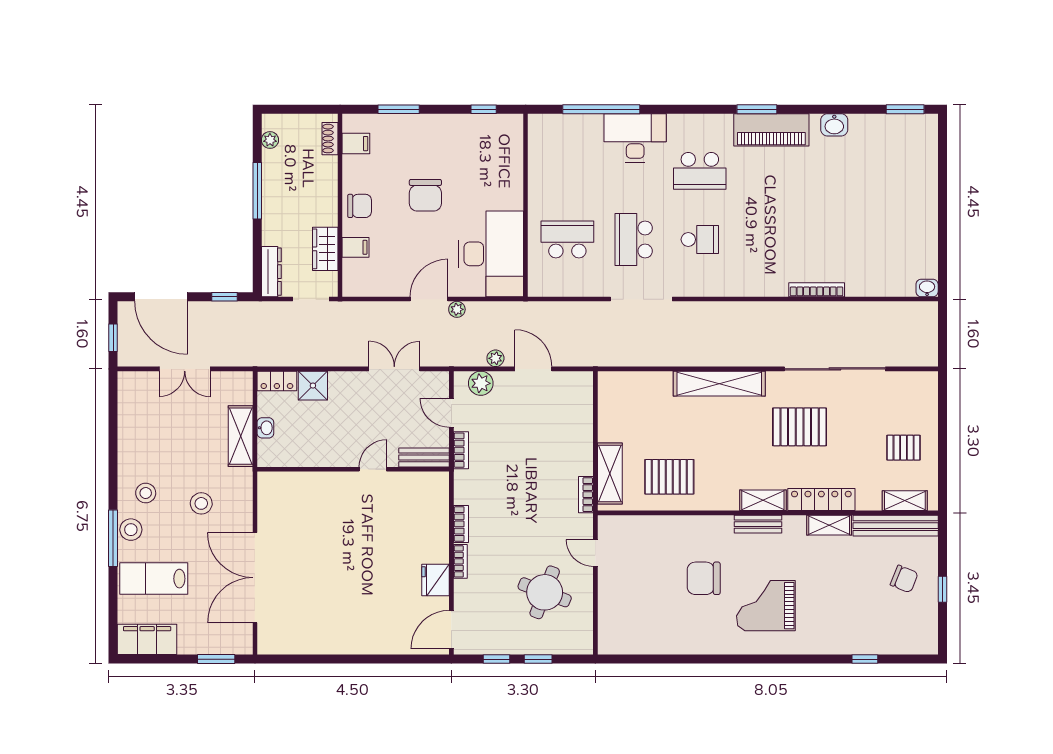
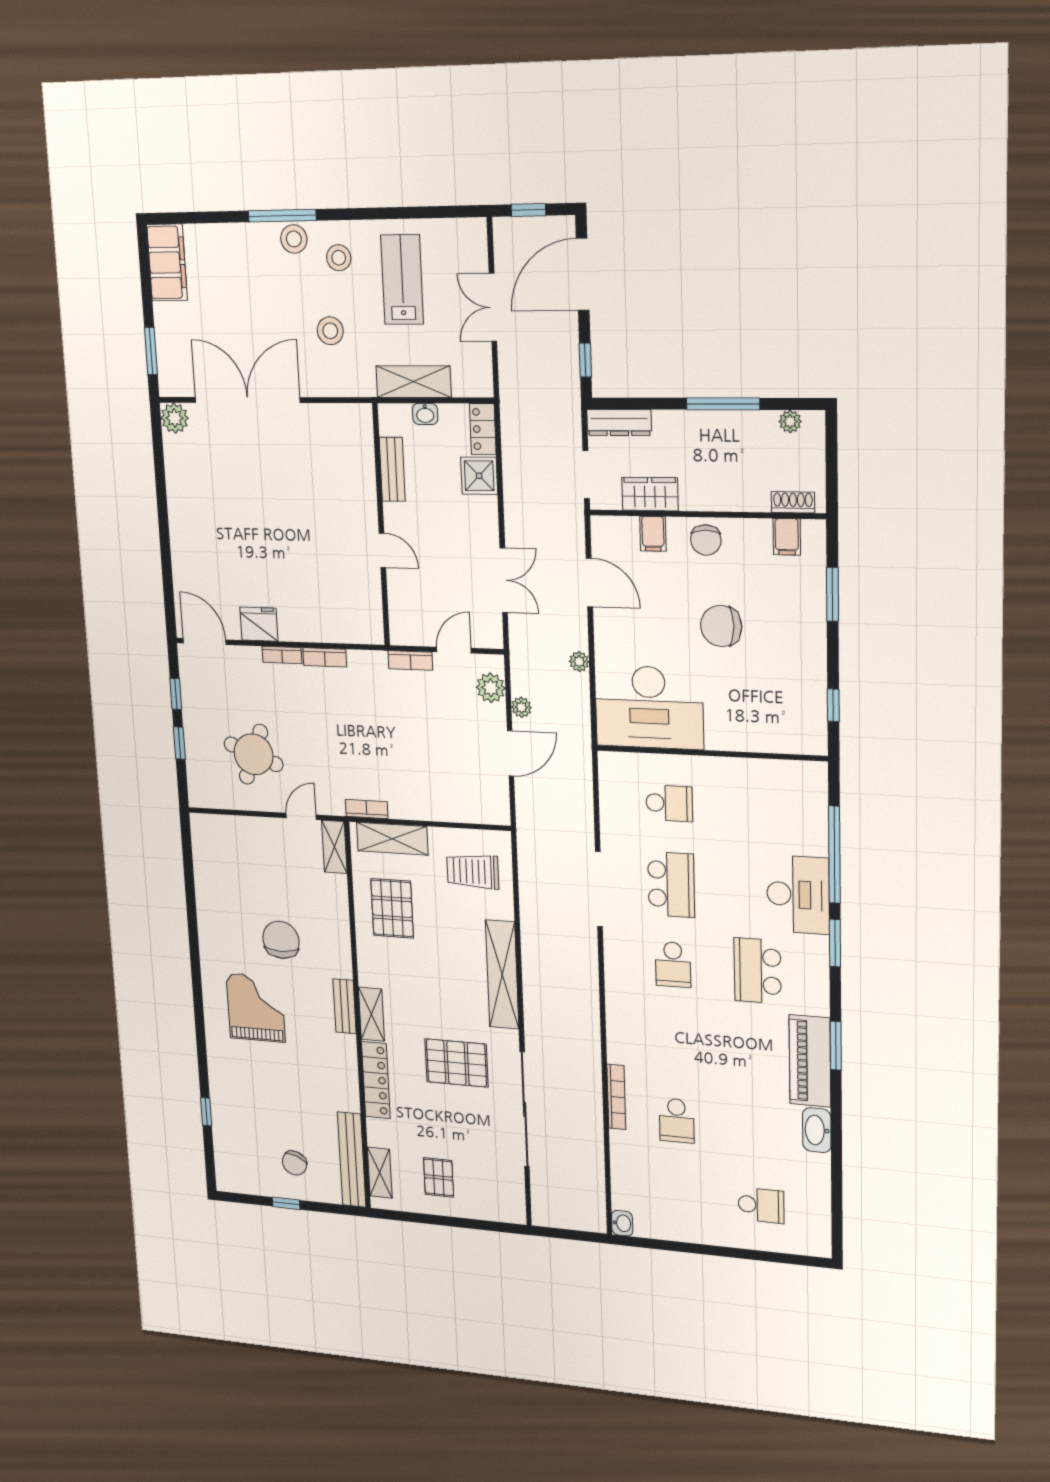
window: (905, 109) -> (835, 943), moved
washbasin: (834, 125) -> (817, 1130), width x1.38
school desk: (898, 171) -> (761, 1205), added
school desk: (567, 239) -> (669, 803), width x0.54
school desk: (634, 239) -> (671, 885), turned 90
school desk: (832, 239) -> (677, 1121), added
door: (429, 299) -> (589, 582), moved
trolley: (633, 405) -> (473, 871), added
pallet: (800, 427) -> (456, 1063), turned 90
bench: (424, 457) -> (392, 469), moved
shelving: (829, 525) -> (334, 847), moved
lab bench: (154, 579) -> (402, 280), moved
plant: (269, 642) -> (175, 418), added

